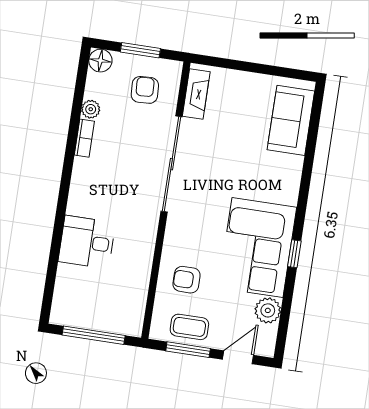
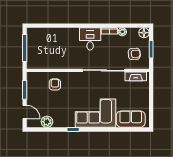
desk: (87, 242) -> (90, 39), moved
corner sofa: (257, 247) -> (95, 113), moved
coffee table: (189, 327) -> (35, 89), removed

